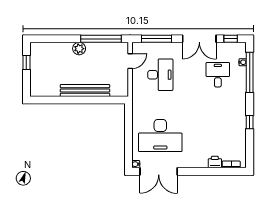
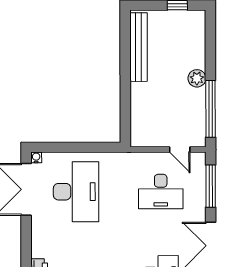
bench: (85, 90) -> (139, 47), moved
desk: (160, 136) -> (76, 192), turned 180

